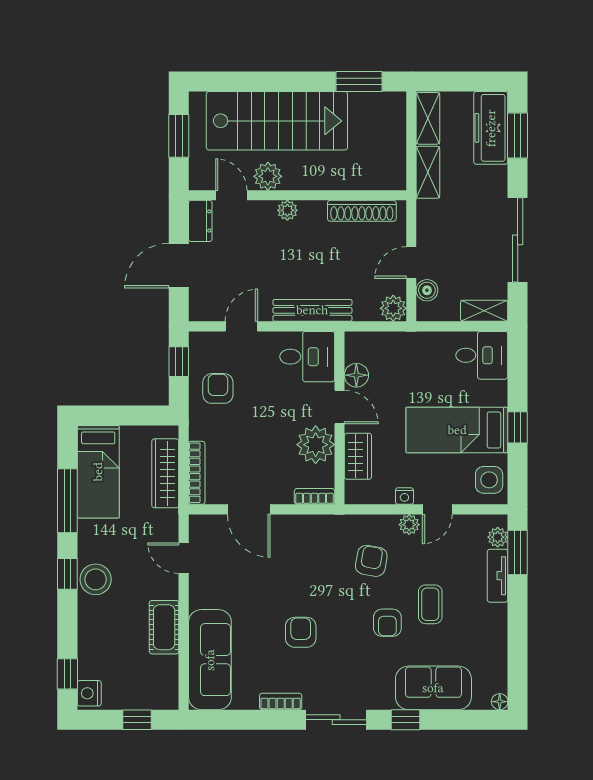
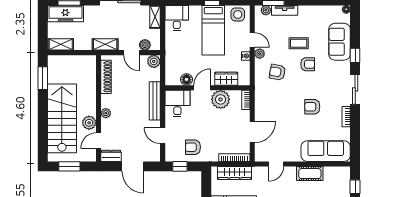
shelving: (428, 172) -> (105, 44), moved

